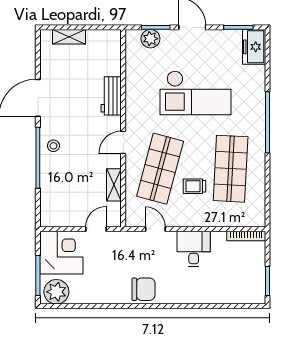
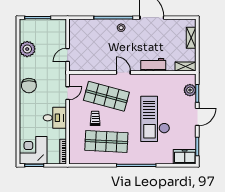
shelving: (114, 185) -> (186, 67), moved
door: (96, 229) -> (68, 55), swing flipped
corner desk: (61, 253) -> (33, 150), moved, turned 180
plant: (56, 292) -> (27, 49), moved

